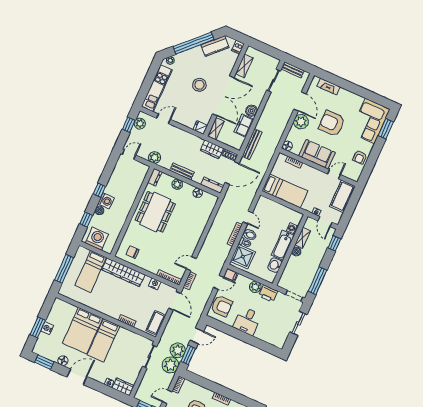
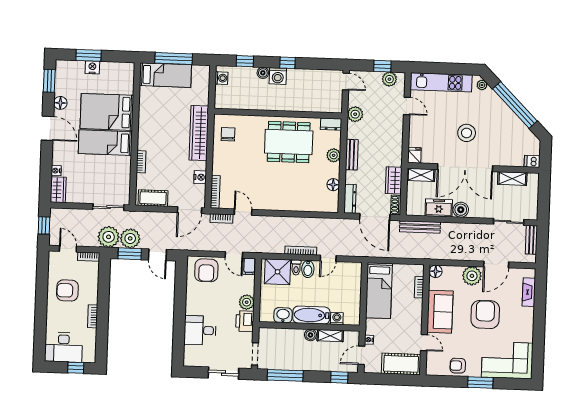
kitchen counter: (215, 46) -> (522, 133), removed
window: (386, 129) -> (480, 383), moved
washing machine: (97, 239) -> (221, 78), width x0.53, depth x0.53
bed: (91, 271) -> (165, 75), moved, turned 180
desk: (247, 321) -> (200, 330), moved

